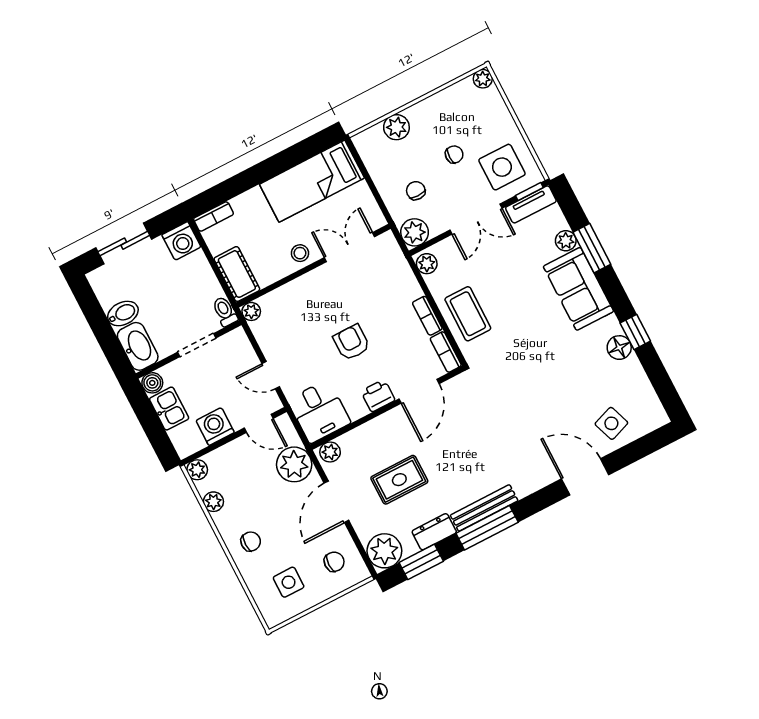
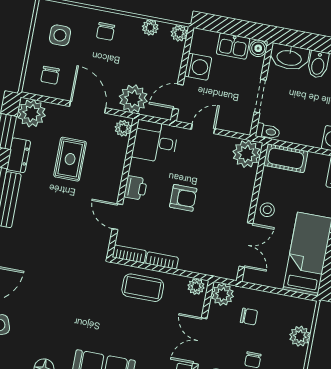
plant: (251, 311) -> (247, 154), width x1.87, depth x1.87
door: (419, 391) -> (117, 217), width x0.73

